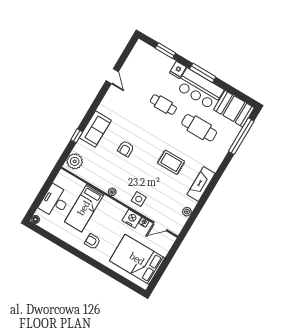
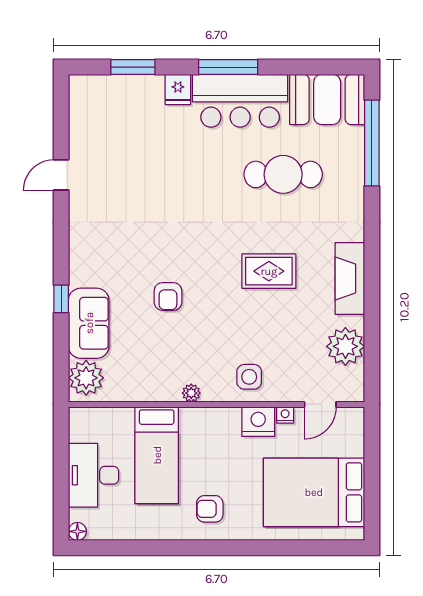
door: (112, 76) -> (61, 175), swing flipped
cafe table: (163, 105) -> (190, 171), removed
sofa: (95, 129) -> (89, 323), moved
window: (77, 136) -> (61, 299), moved
plant: (187, 212) -> (345, 346), width x1.87, depth x1.87

